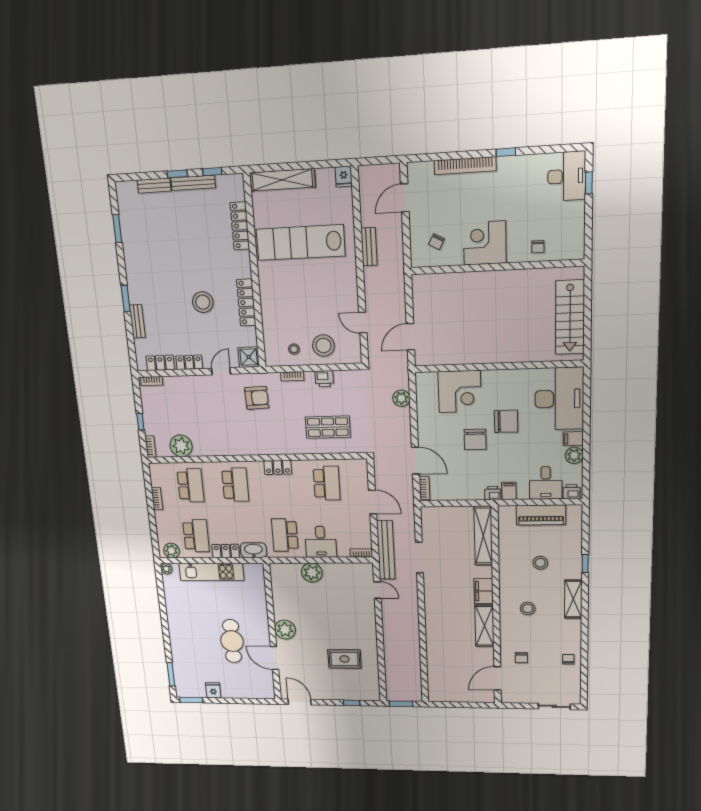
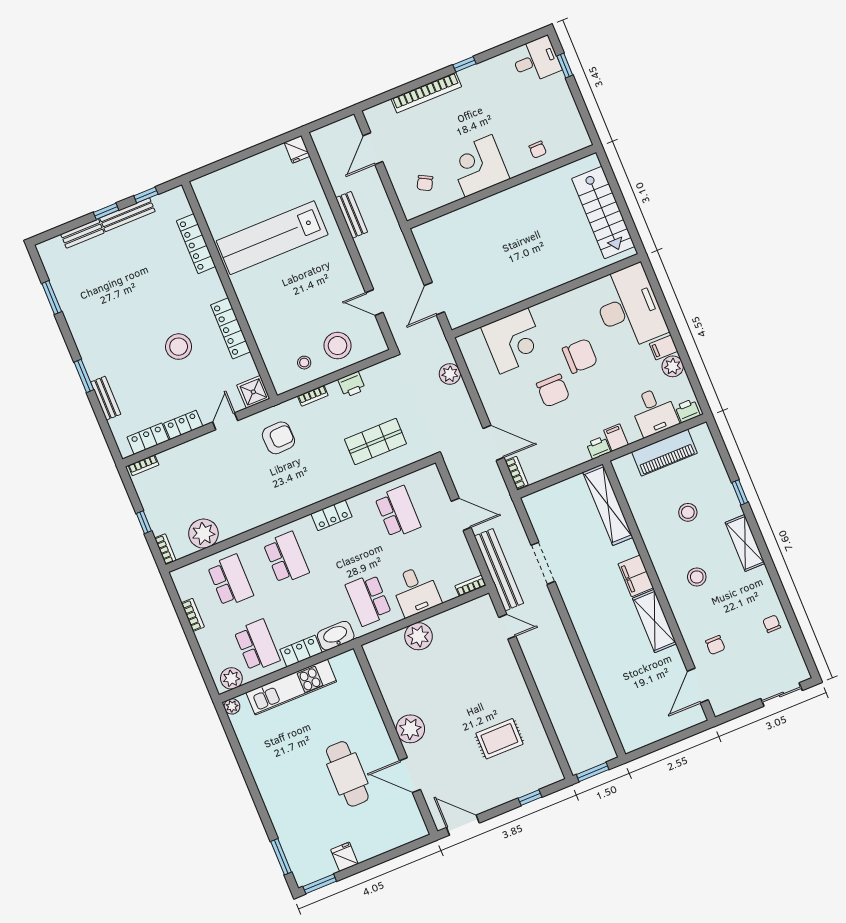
desk: (567, 176) -> (536, 60), width x0.73
shelving: (282, 180) -> (229, 176), removed

